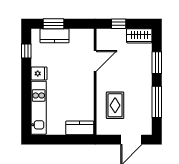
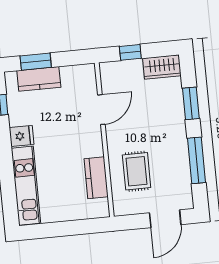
kitchen counter: (80, 128) -> (96, 178), moved, turned -90

